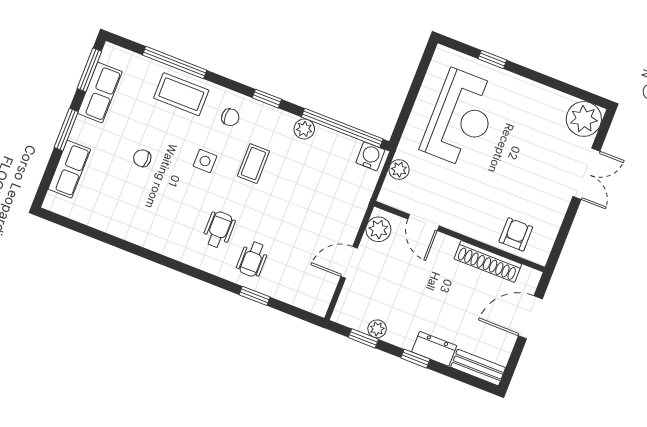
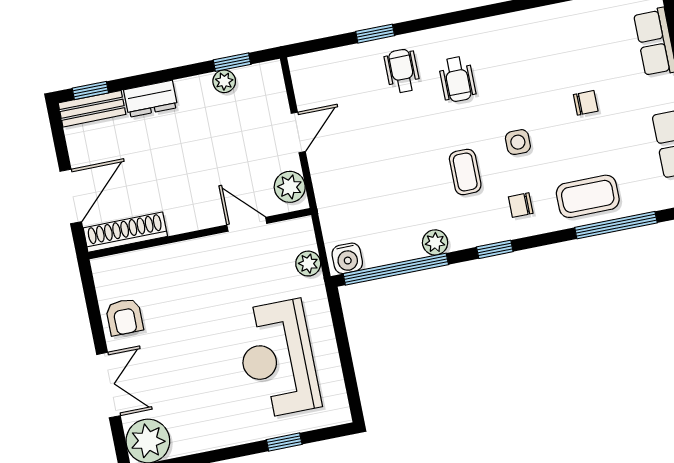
double door: (586, 174) -> (108, 385), swing flipped
armchair: (516, 234) -> (124, 317), moved
shoe rack: (488, 261) -> (125, 232), moved
window: (415, 359) -> (90, 90), moved

